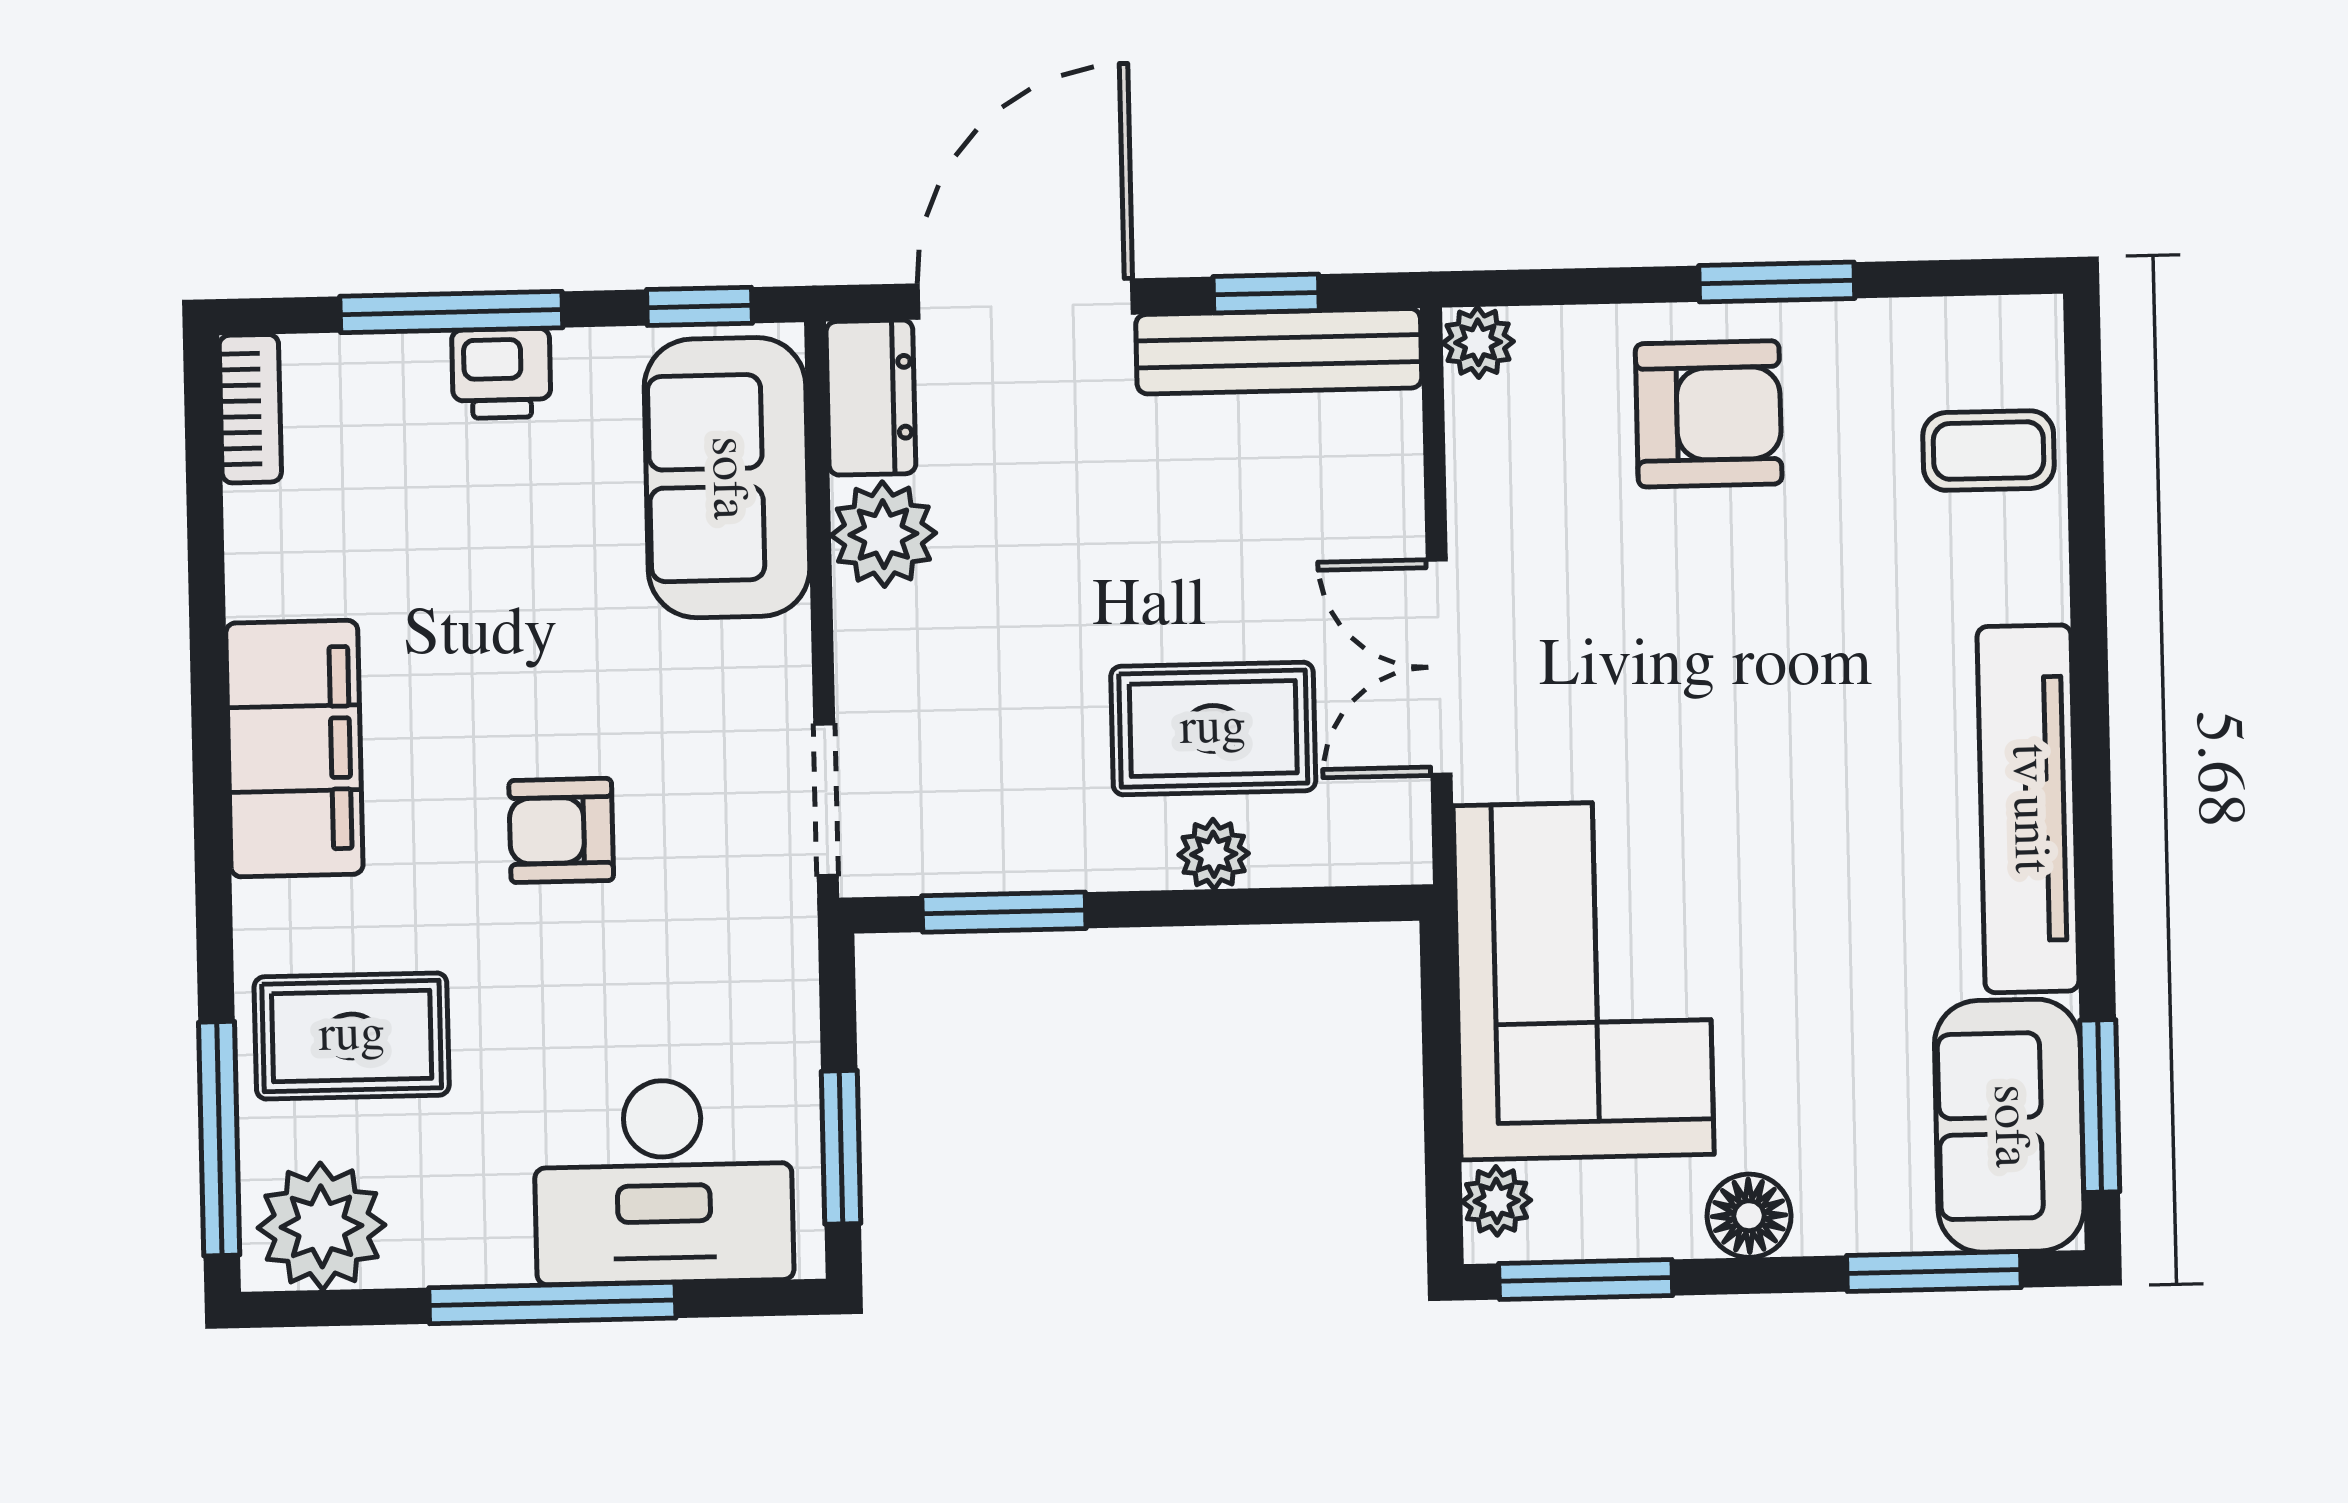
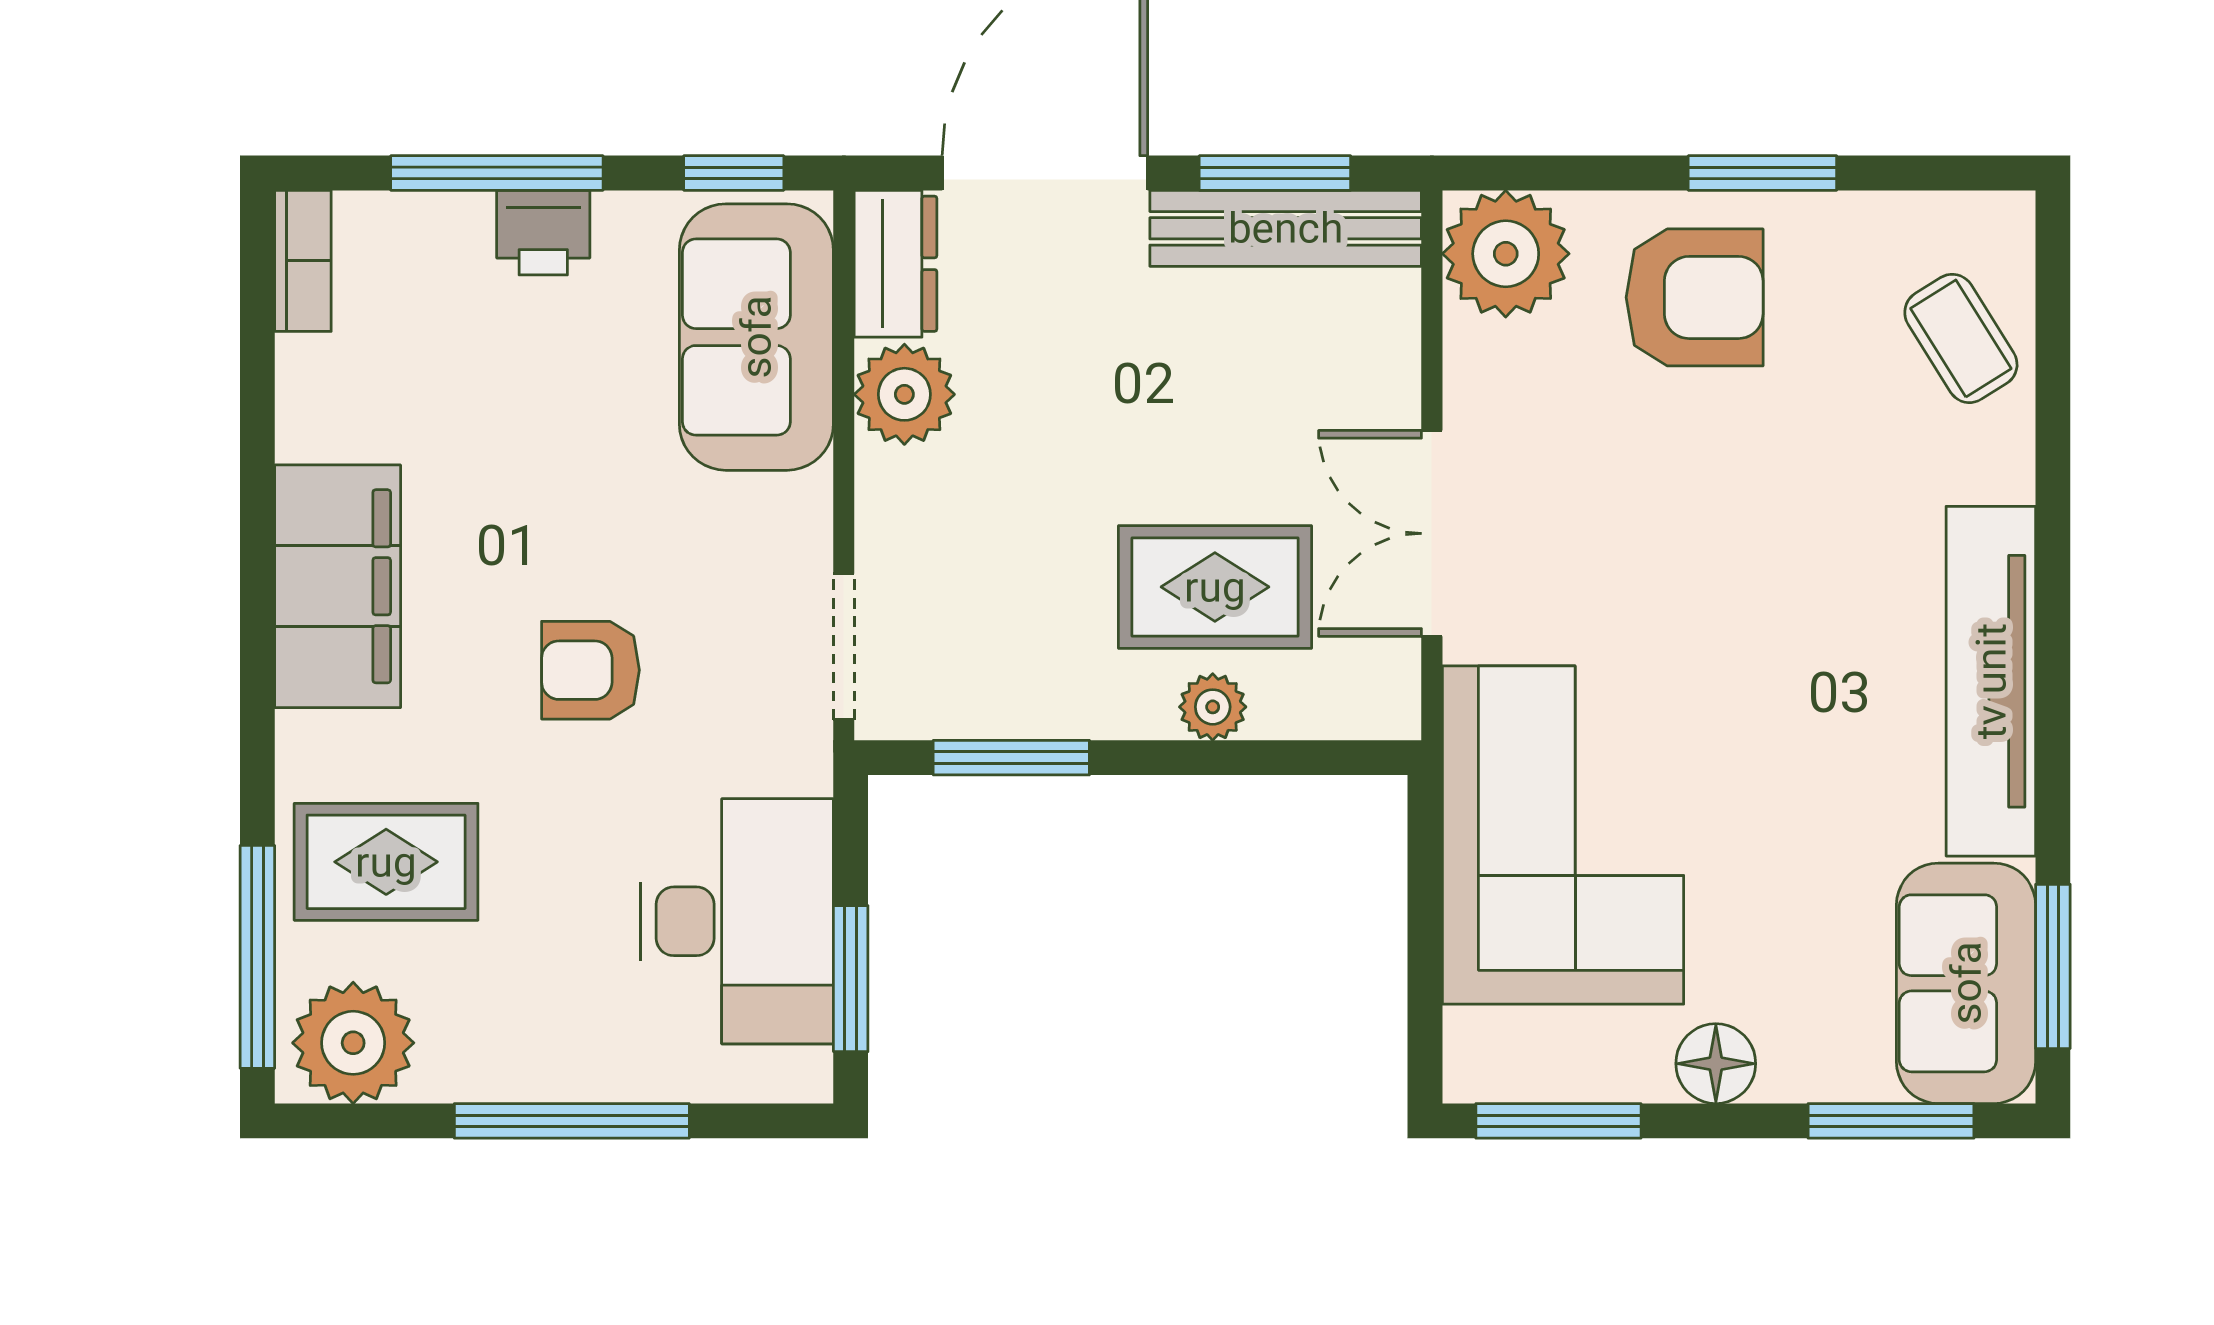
window: (1266, 293) -> (1275, 173), width x1.50
plant: (1478, 342) -> (1506, 254), width x1.88, depth x1.88
coffee table: (1989, 451) -> (1961, 338), turned 58
desk: (663, 1181) -> (737, 921), moved, turned -90
plant: (1497, 1201) -> (1475, 1044), removed

